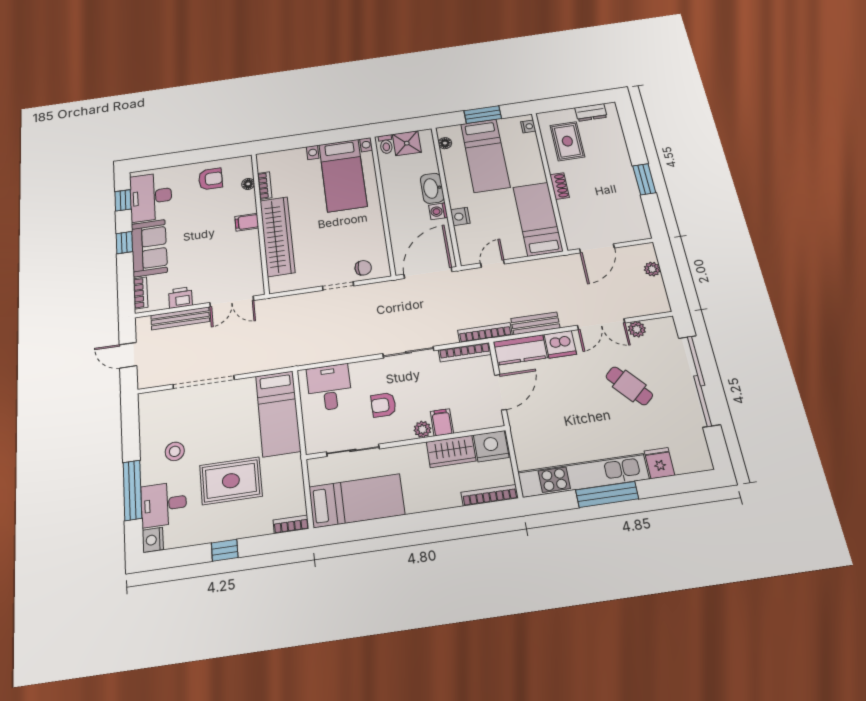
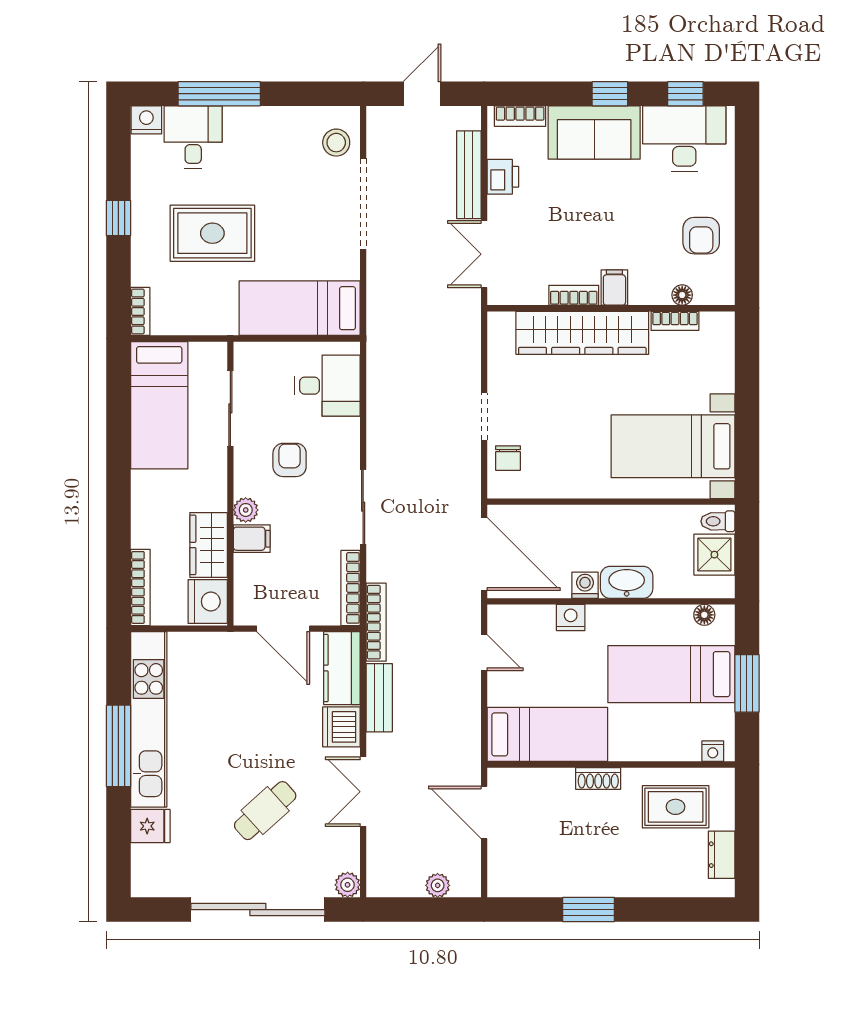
bookcase: (254, 245) -> (574, 295), added
plant: (637, 329) -> (348, 885), moved
stool: (175, 451) -> (336, 143), moved
rug: (231, 481) -> (212, 233), turned 90

